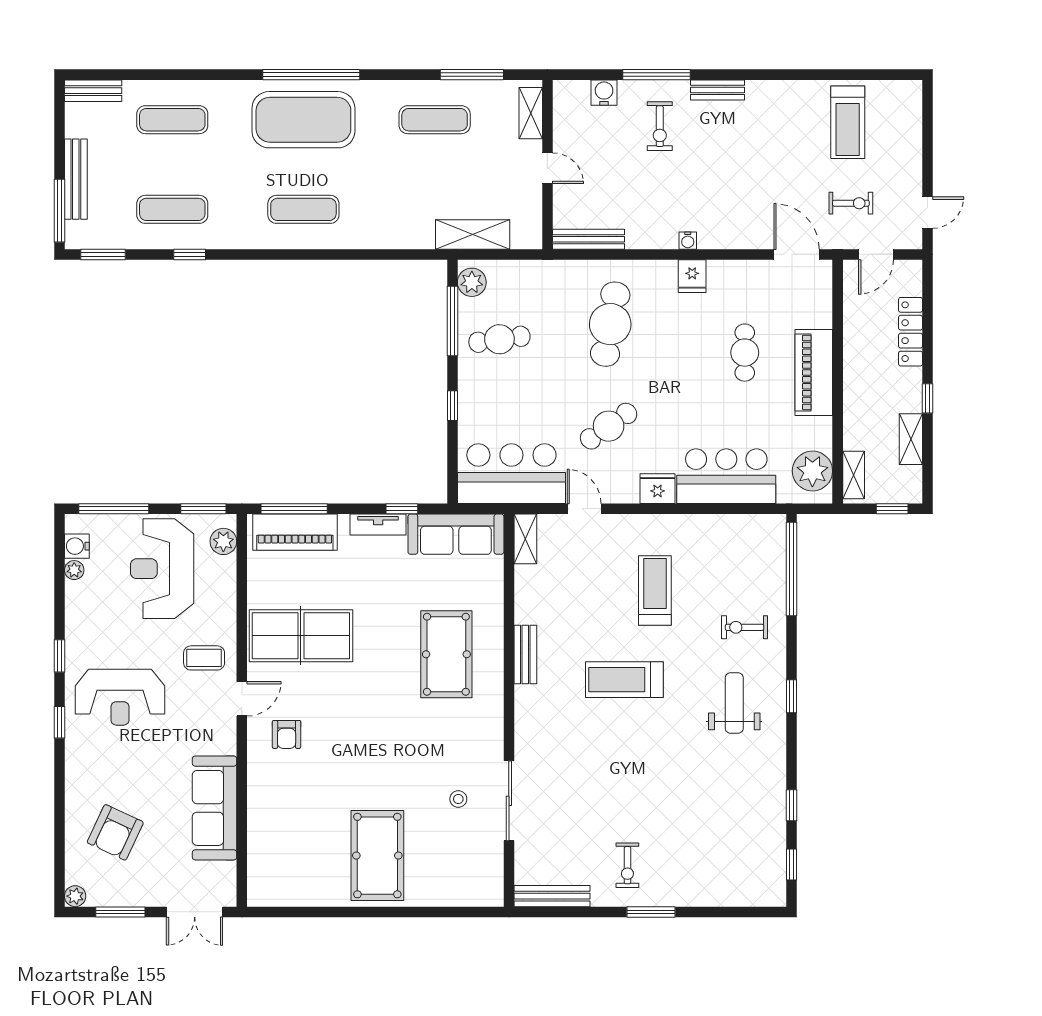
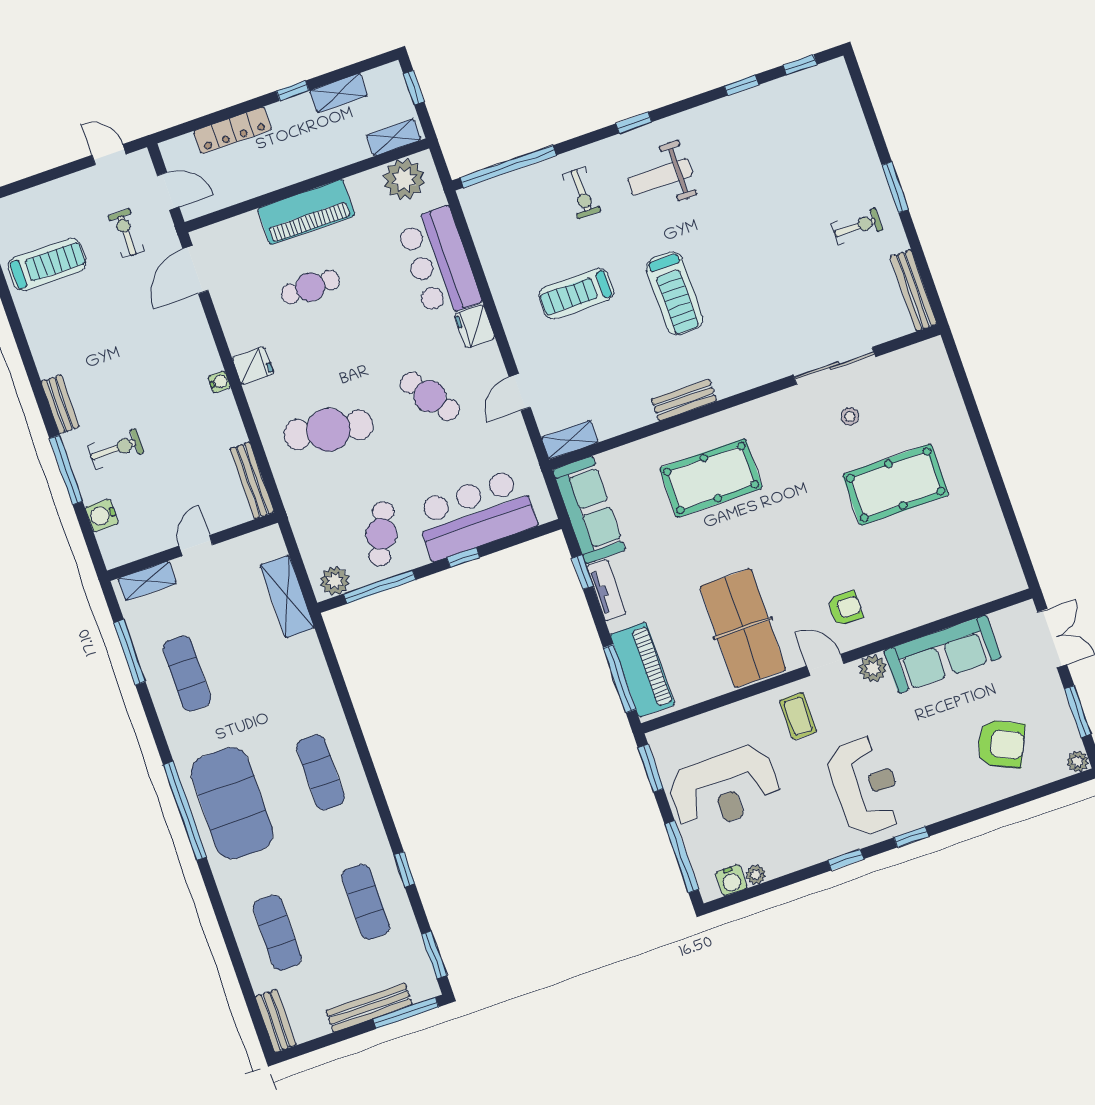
cafe table: (499, 339) -> (381, 534), turned 32
bar counter: (511, 474) -> (475, 515), moved, turned 90
plant: (223, 541) -> (873, 669), moved
pool table: (377, 856) -> (896, 485), moved

